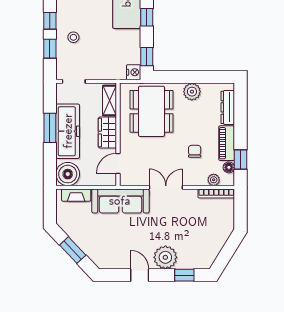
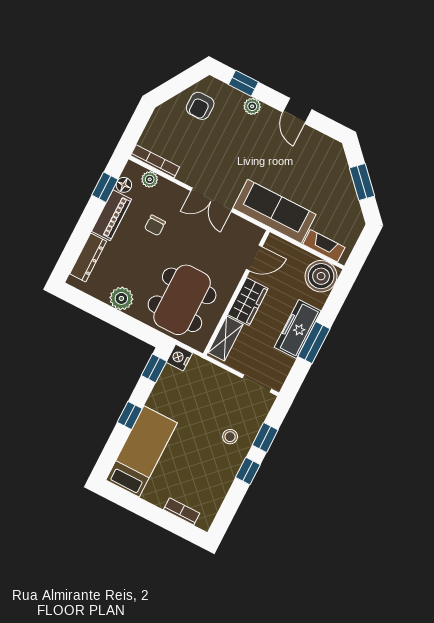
freezer: (68, 131) -> (298, 329), width x0.73, depth x0.79
armchair: (205, 245) -> (200, 106), added
plant: (165, 257) -> (252, 106), width x0.53, depth x0.53

